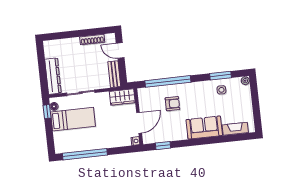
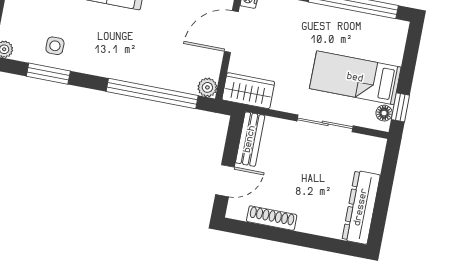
door: (120, 50) -> (225, 181), hinge flipped
dresser: (53, 76) -> (361, 207), moved
plant: (142, 93) -> (207, 87), added
armchair: (172, 104) -> (157, 48), removed

